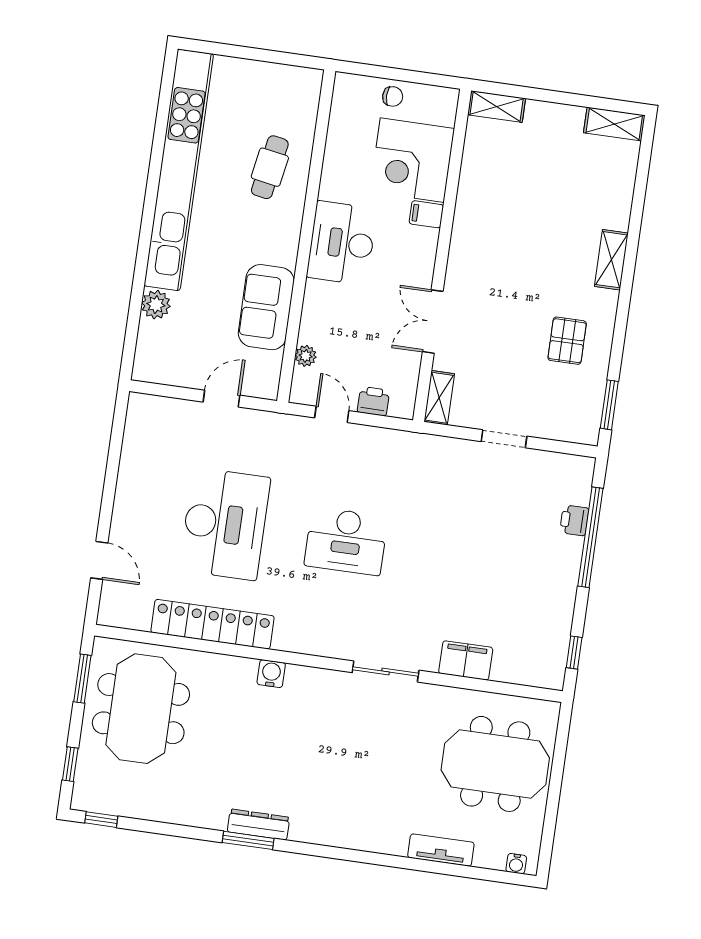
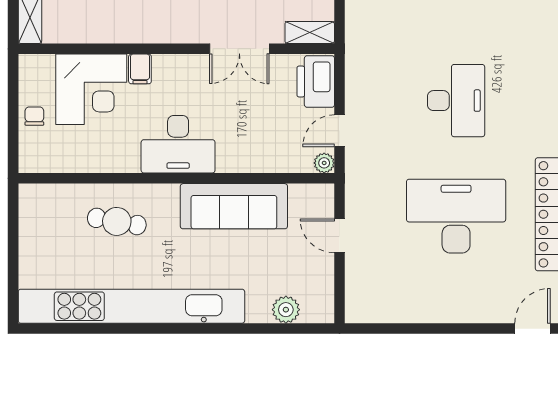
plant: (156, 305) -> (286, 310), moved
sofa: (266, 307) -> (234, 206), width x1.36
plant: (306, 356) -> (324, 163), moved
printer: (373, 401) -> (316, 81), width x1.87, depth x1.48
door: (99, 560) -> (532, 329), moved

